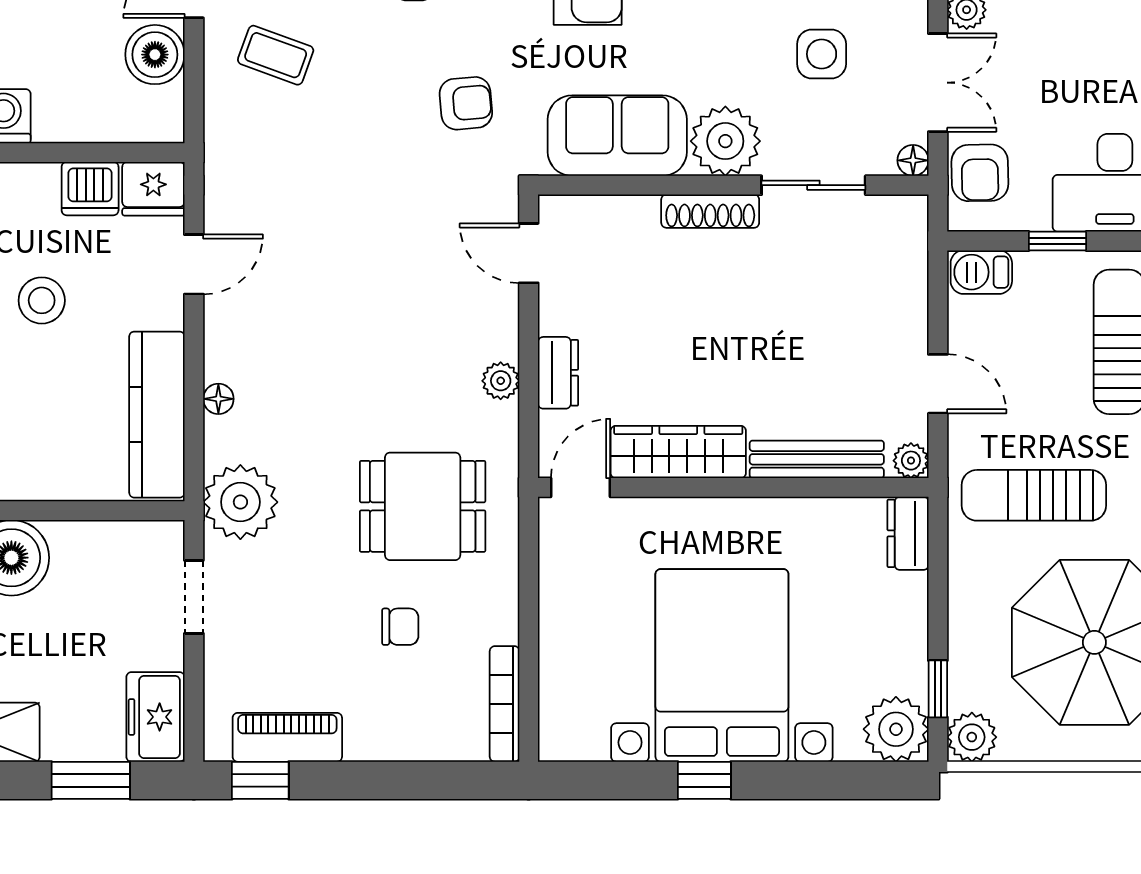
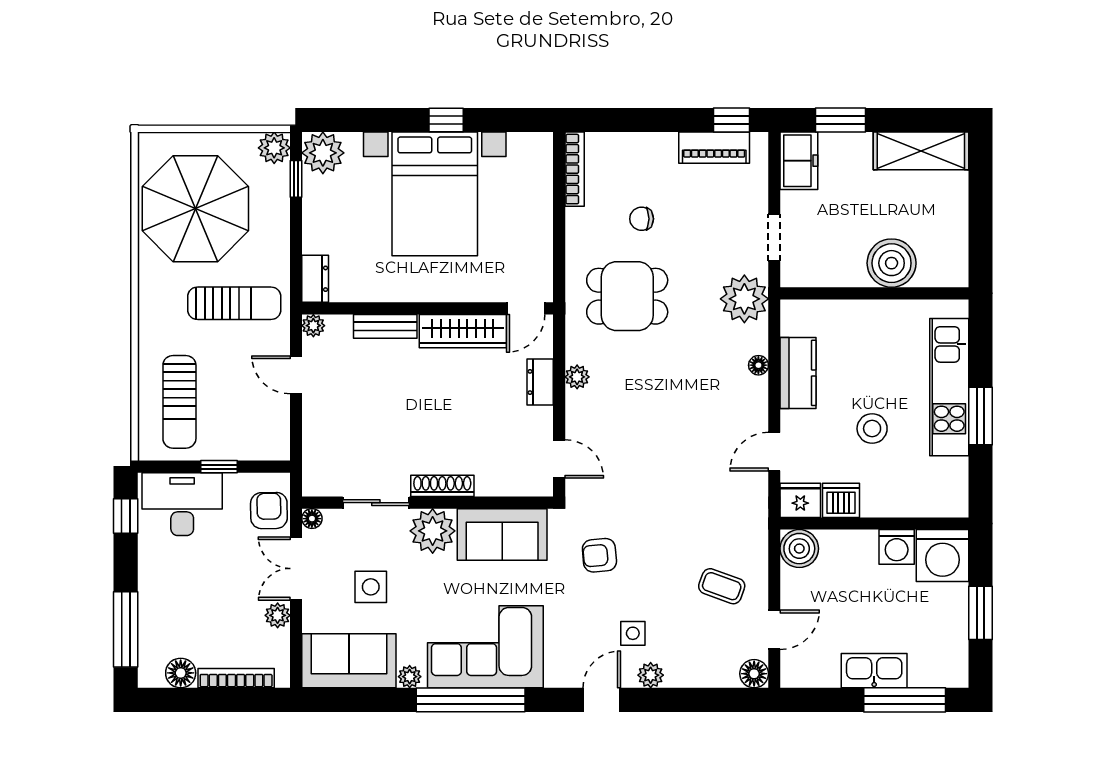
boiler: (155, 55) -> (799, 549), moved
barbecue: (981, 272) -> (268, 447), removed
kitchen counter: (157, 415) -> (798, 373), width x0.67
bench: (817, 459) -> (385, 326), width x0.73

